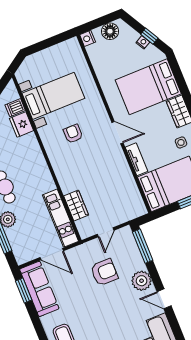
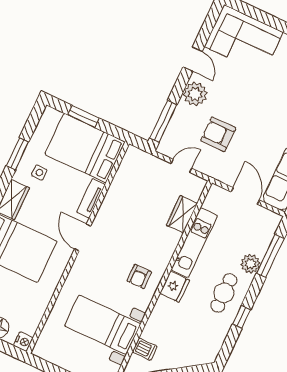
fridge: (22, 124) -> (175, 287), moved
armchair: (73, 134) -> (139, 276), moved
kitchen unit: (60, 218) -> (194, 243), moved

